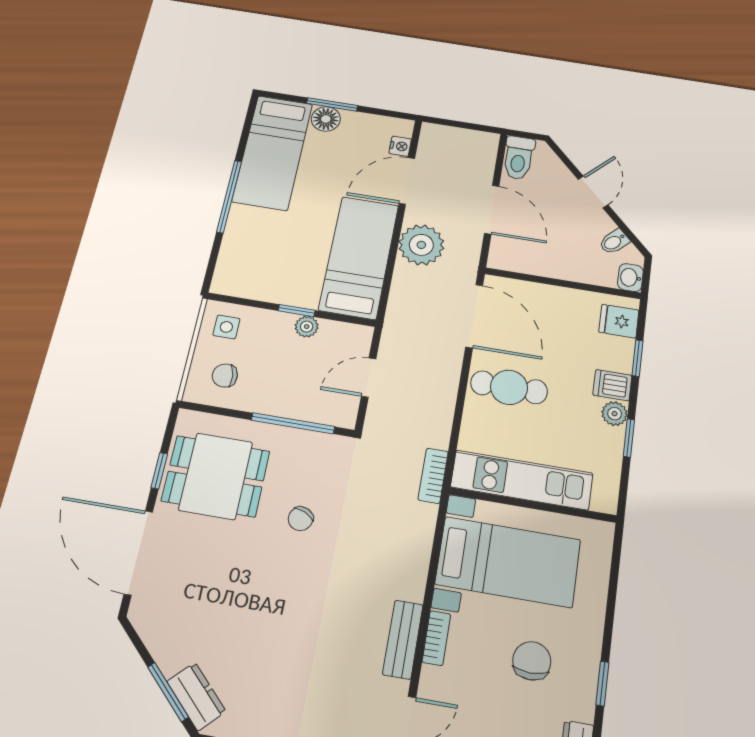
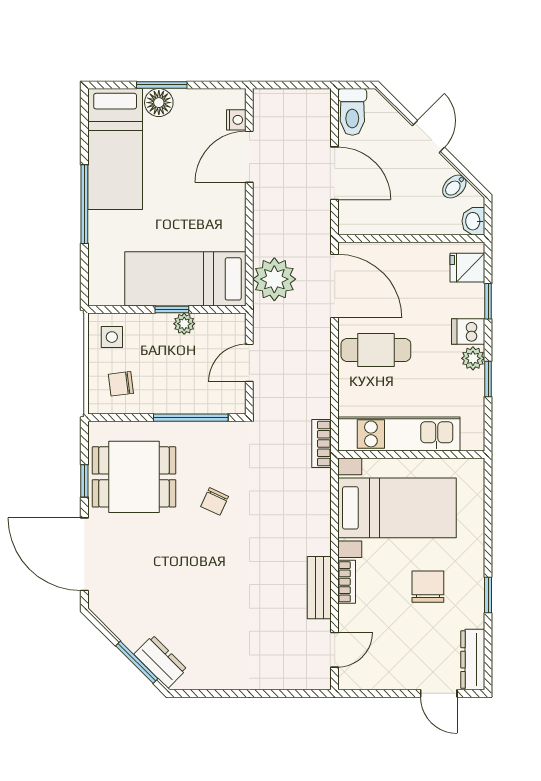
plant: (421, 245) -> (274, 279), moved
bed: (359, 257) -> (185, 279), moved, turned -90

